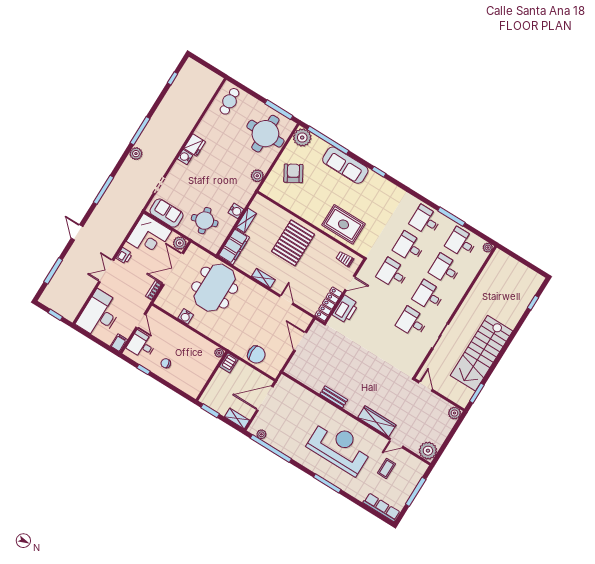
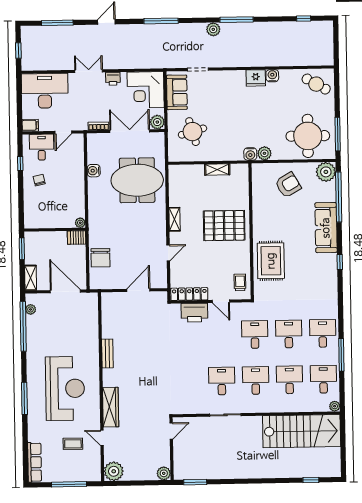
cafe table: (229, 101) -> (316, 84), turned 33
water cooler: (185, 157) -> (272, 76), moved
water cooler: (236, 211) -> (250, 154), moved
filing cabinet: (234, 247) -> (186, 174), removed
stairs: (481, 353) -> (302, 431), moved, turned 180

